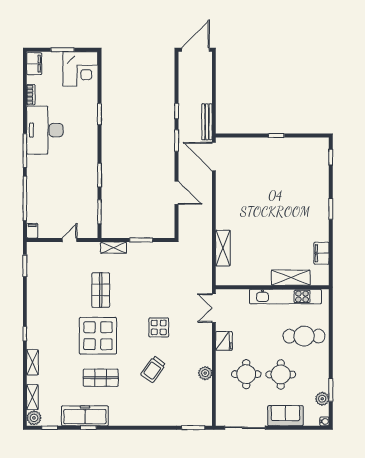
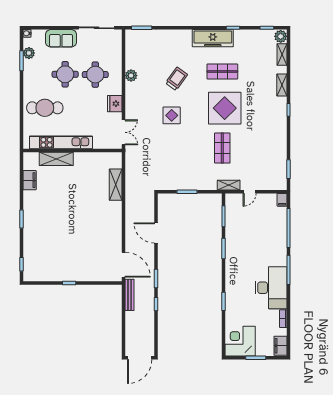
shelving: (114, 248) -> (229, 185), moved
freezer: (85, 416) -> (213, 38), moved

